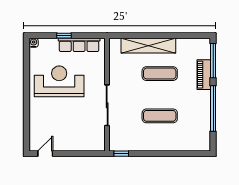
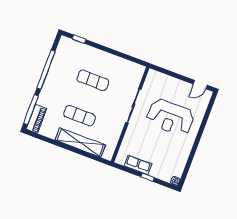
row of seats: (79, 45) -> (138, 165), width x0.68
piano: (204, 75) -> (36, 119), moved
reception desk: (59, 81) -> (170, 117), moved
window: (121, 154) -> (79, 39), moved

